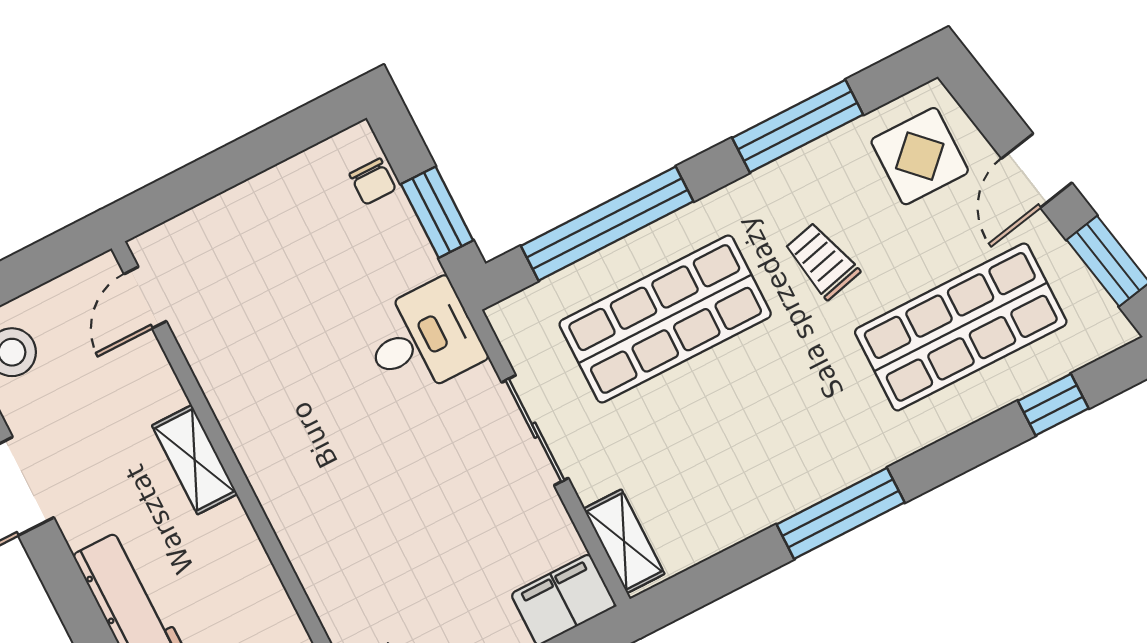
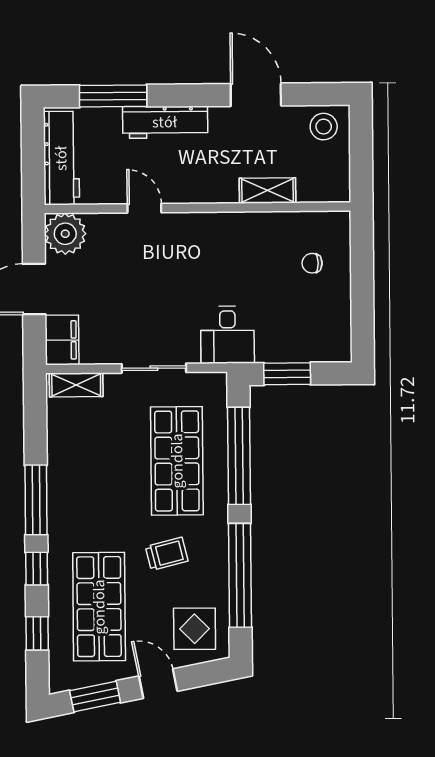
window: (798, 126) -> (240, 575), width x1.46
chair: (373, 182) -> (312, 263), moved
door: (145, 298) -> (144, 208), moved
window: (950, 457) -> (37, 569), added
shelving: (195, 460) -> (268, 190), moved

